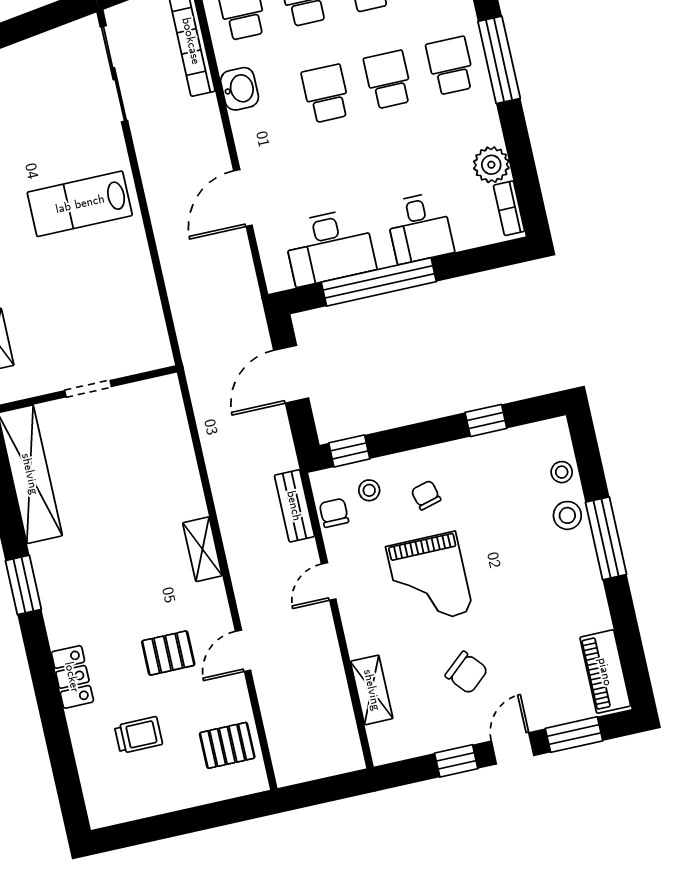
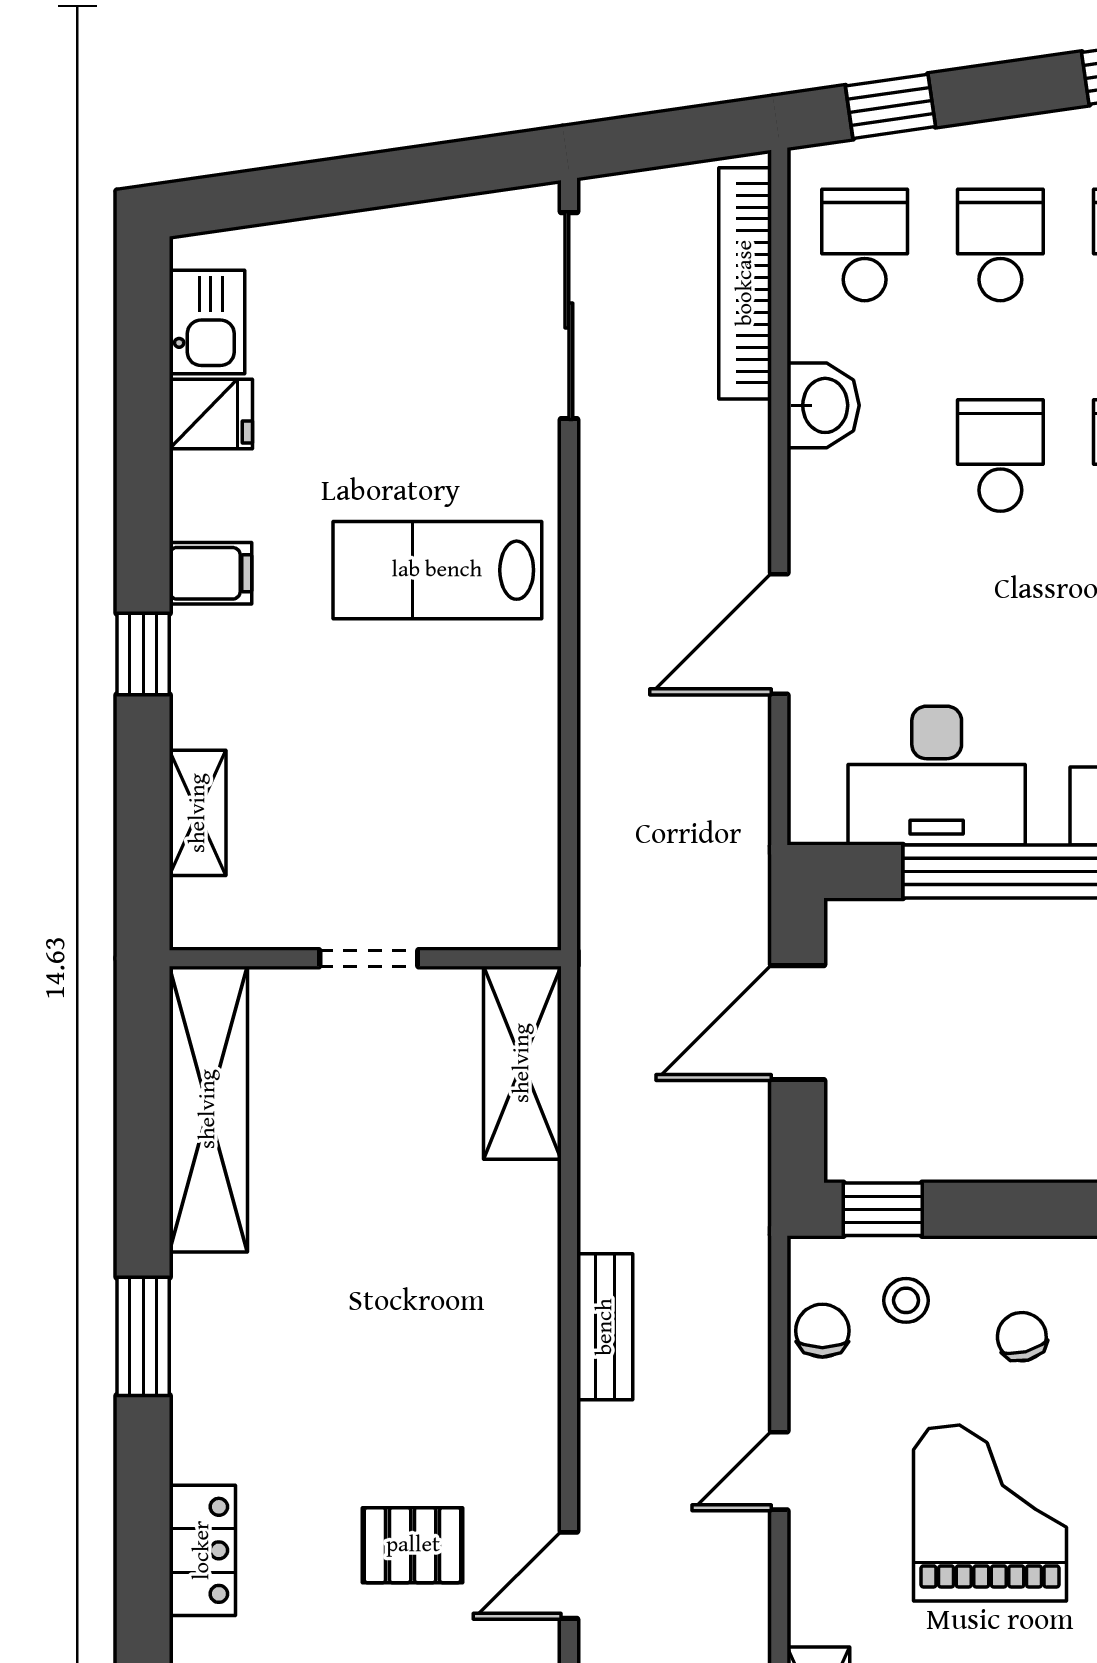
bench: (294, 506) -> (605, 1327), moved
shelving: (202, 549) -> (522, 1063), moved, width x1.50, depth x1.33
grand piano: (429, 579) -> (990, 1513), turned 180

